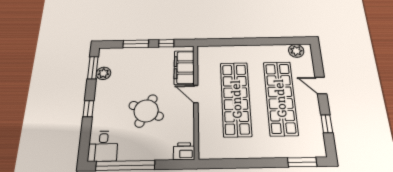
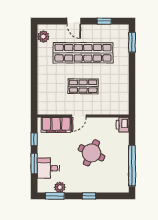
door: (321, 86) -> (74, 21), hinge flipped
shop shelf: (236, 99) -> (83, 86), width x0.50, depth x0.74
desk: (103, 146) -> (48, 168), moved, turned 180

